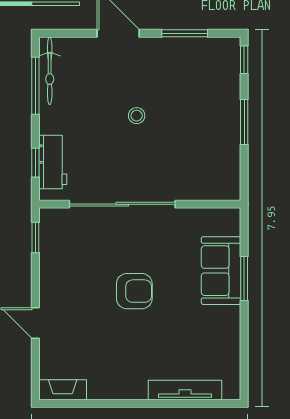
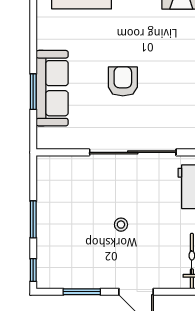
sofa: (221, 271) -> (52, 88), width x1.36
armchair: (134, 291) -> (123, 81), turned 90

